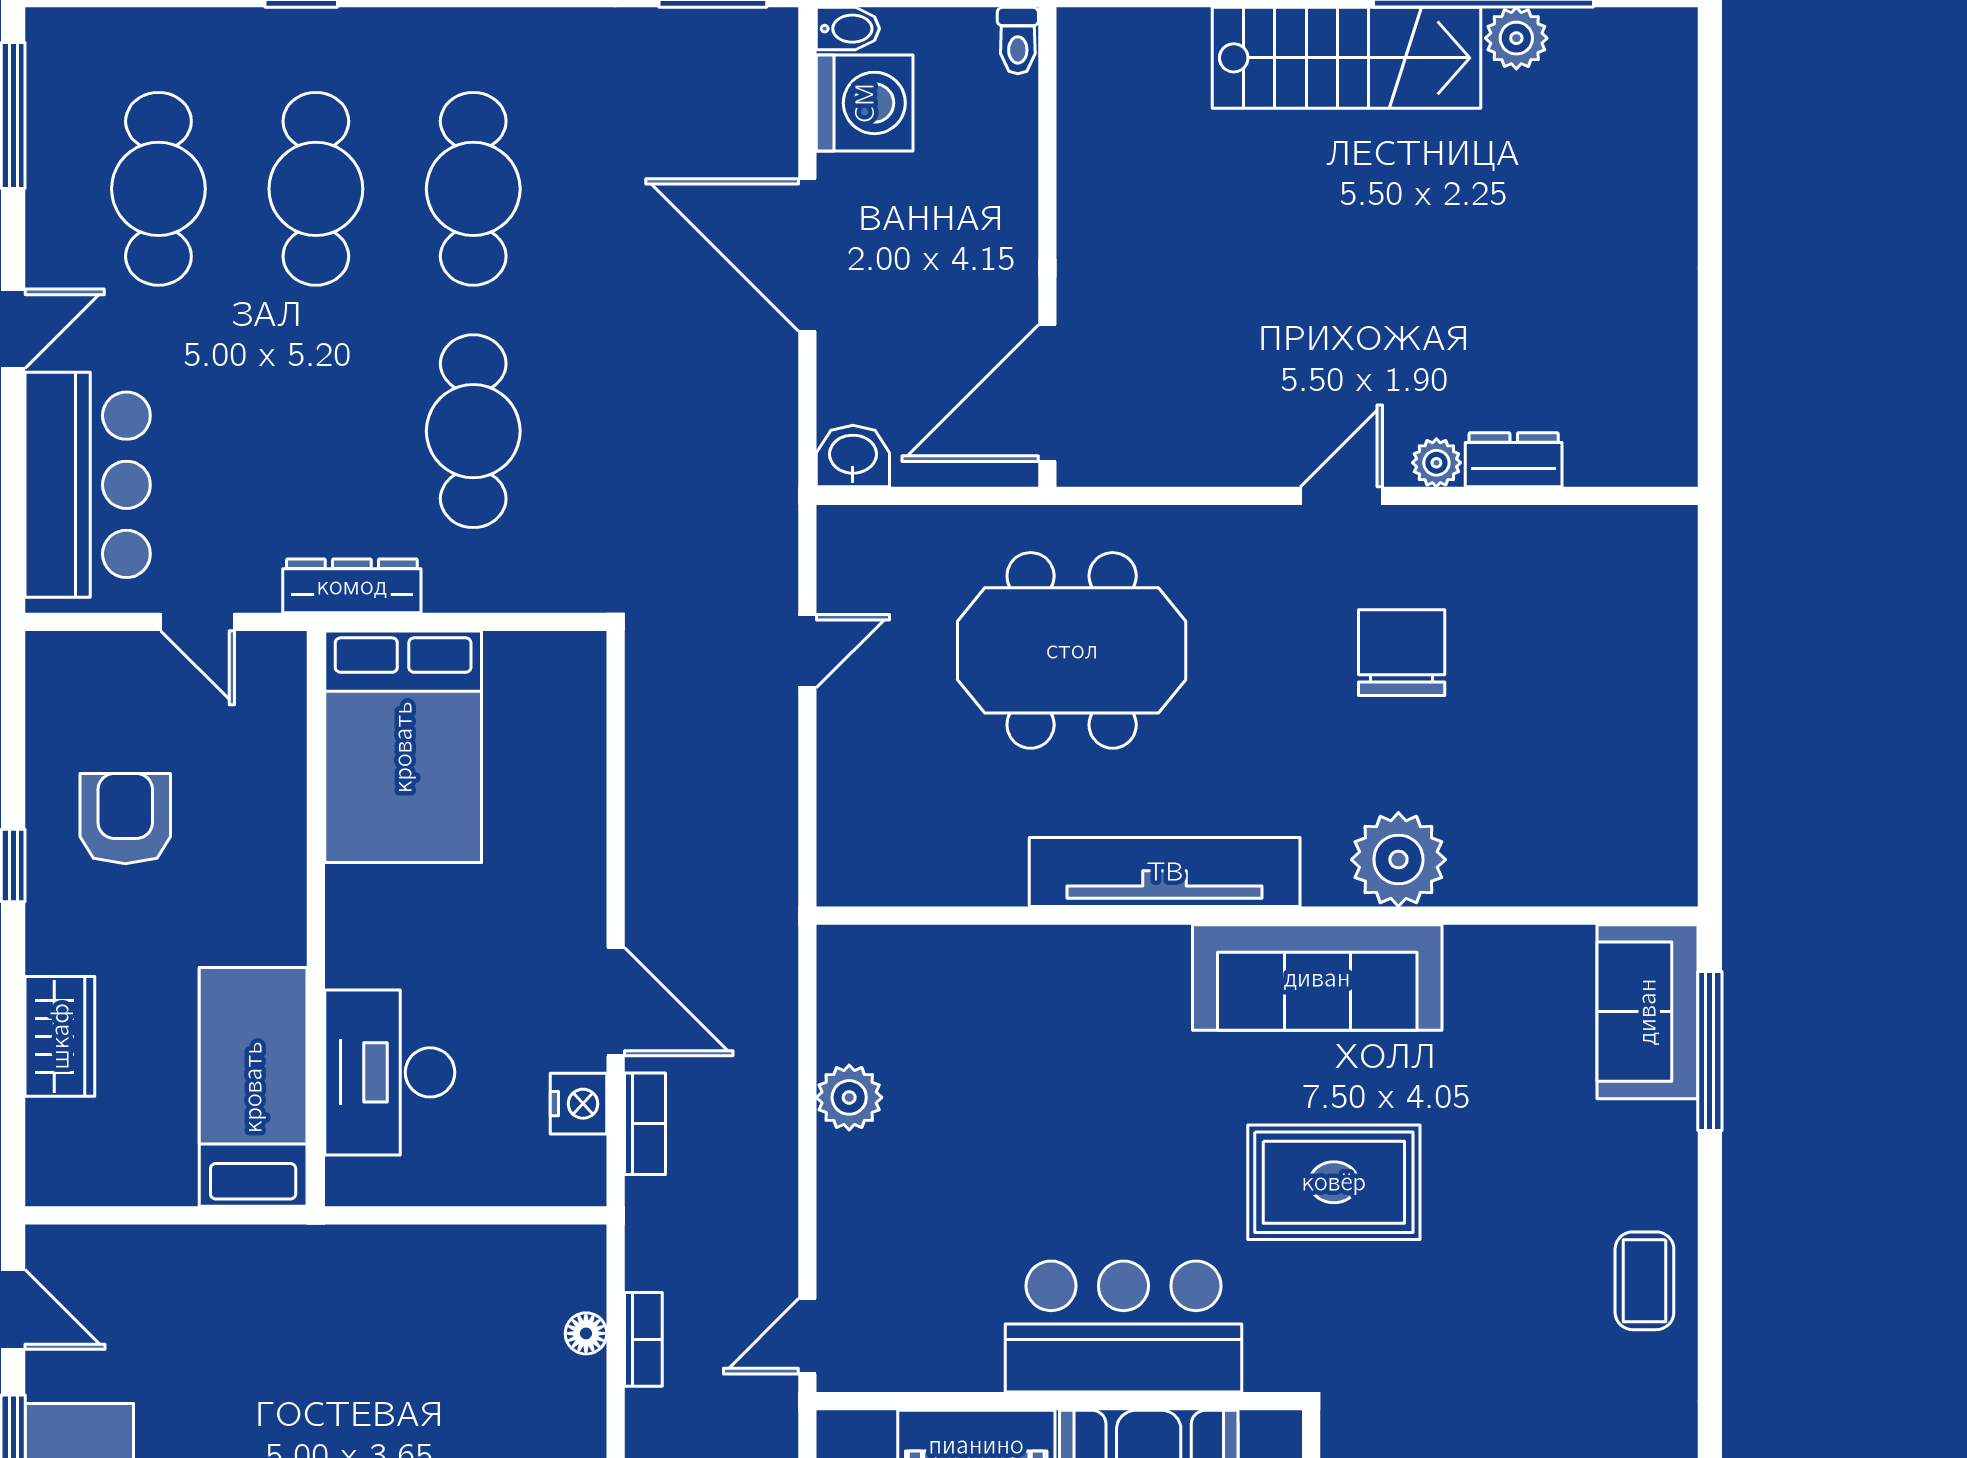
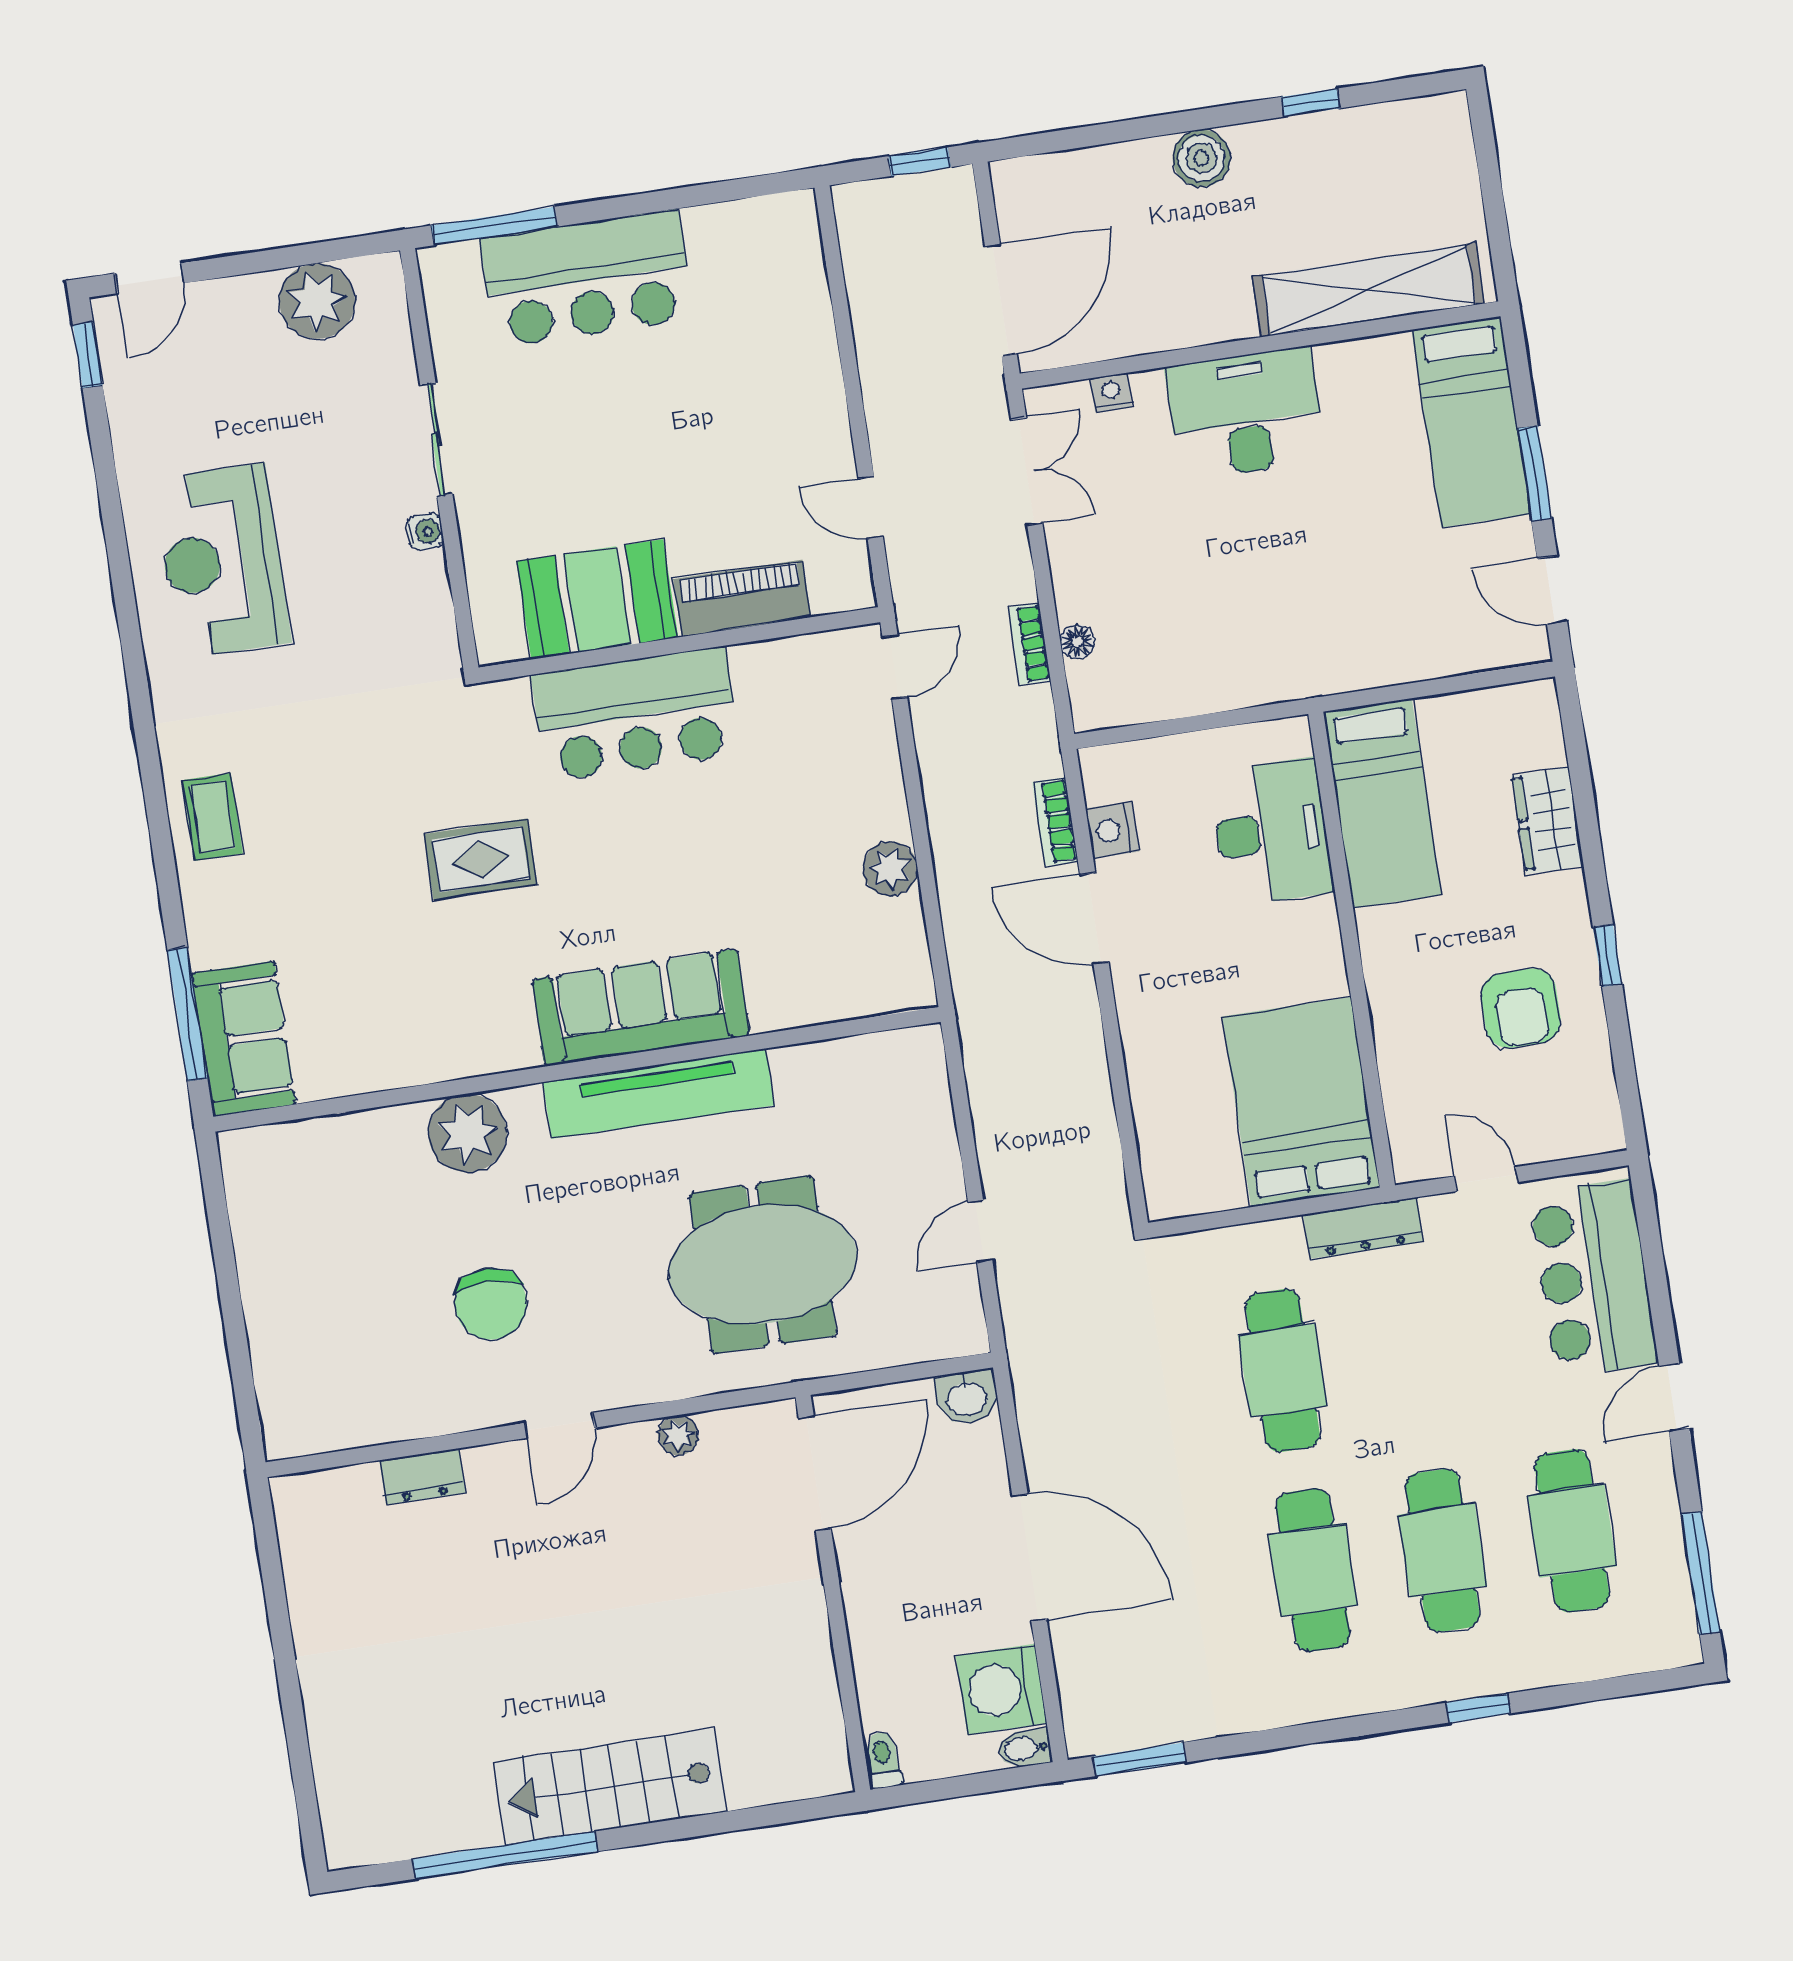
plant: (1516, 38) -> (473, 1824), removed
plant: (1436, 463) -> (678, 1435), moved
sofa: (1317, 978) -> (641, 1007), moved
rug: (1334, 1182) -> (481, 859), width x0.73, depth x0.70

